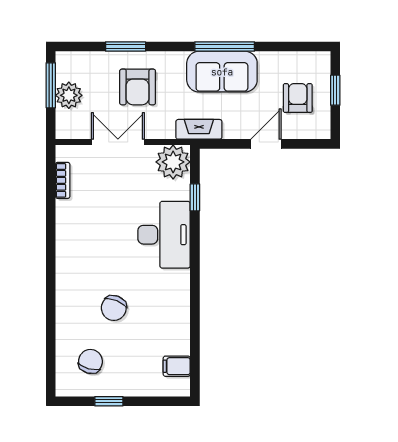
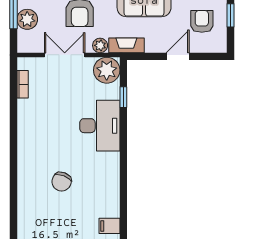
plant: (164, 130) -> (100, 45), added
chair: (90, 361) -> (44, 222), removed

